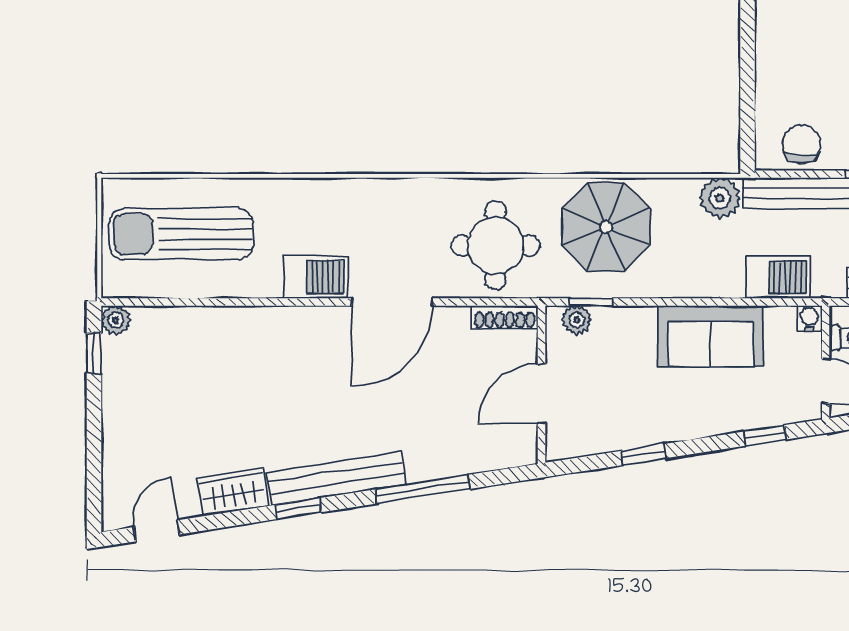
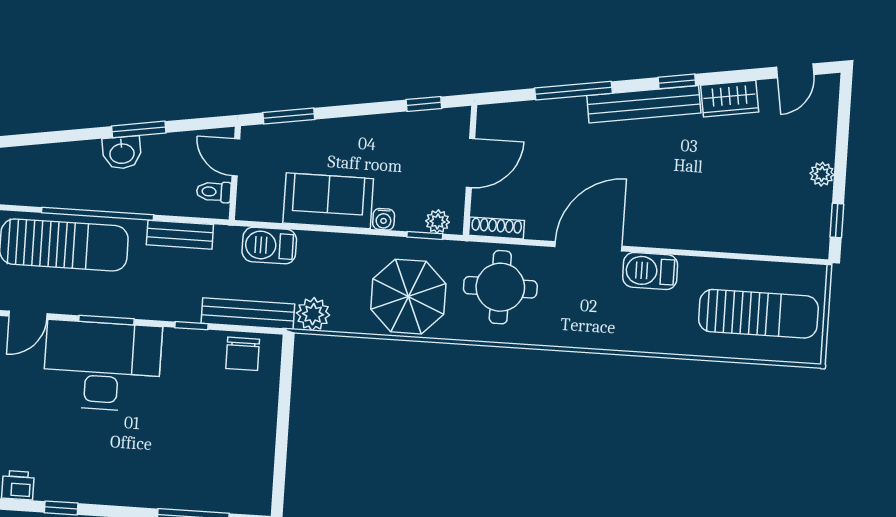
water cooler: (809, 318) -> (384, 219), moved
plant: (116, 320) -> (822, 174), moved
window: (765, 435) -> (289, 116), width x1.50
window: (643, 454) -> (424, 104), moved

